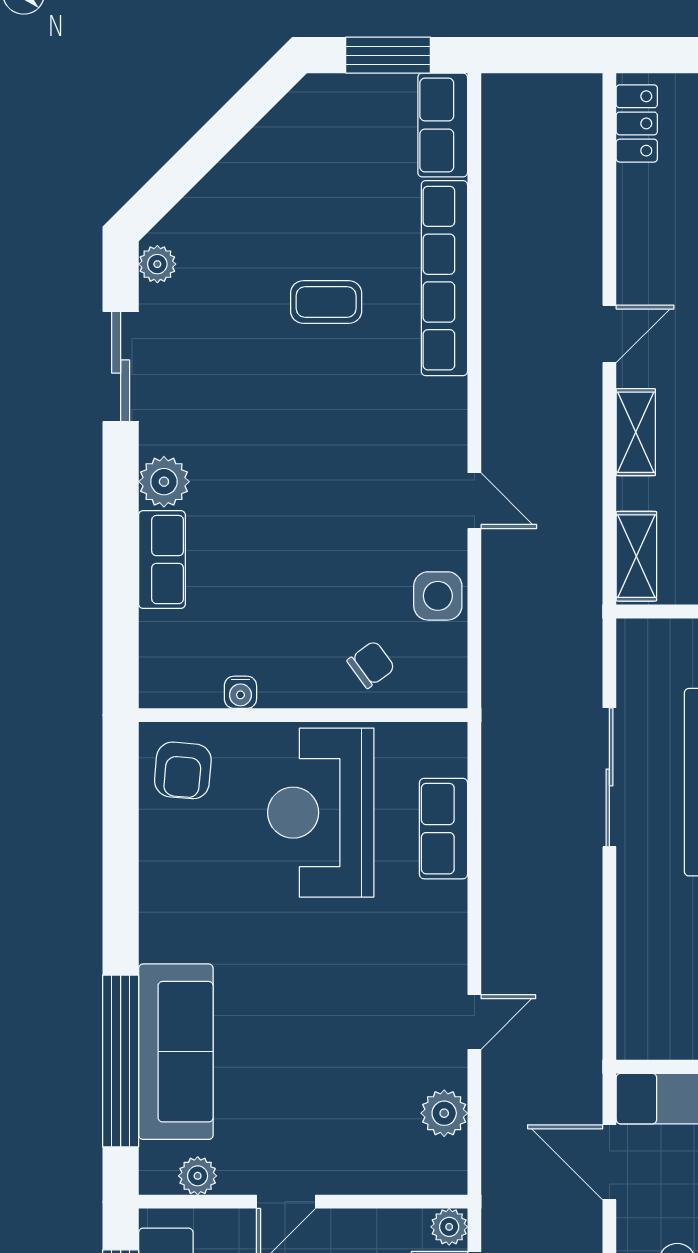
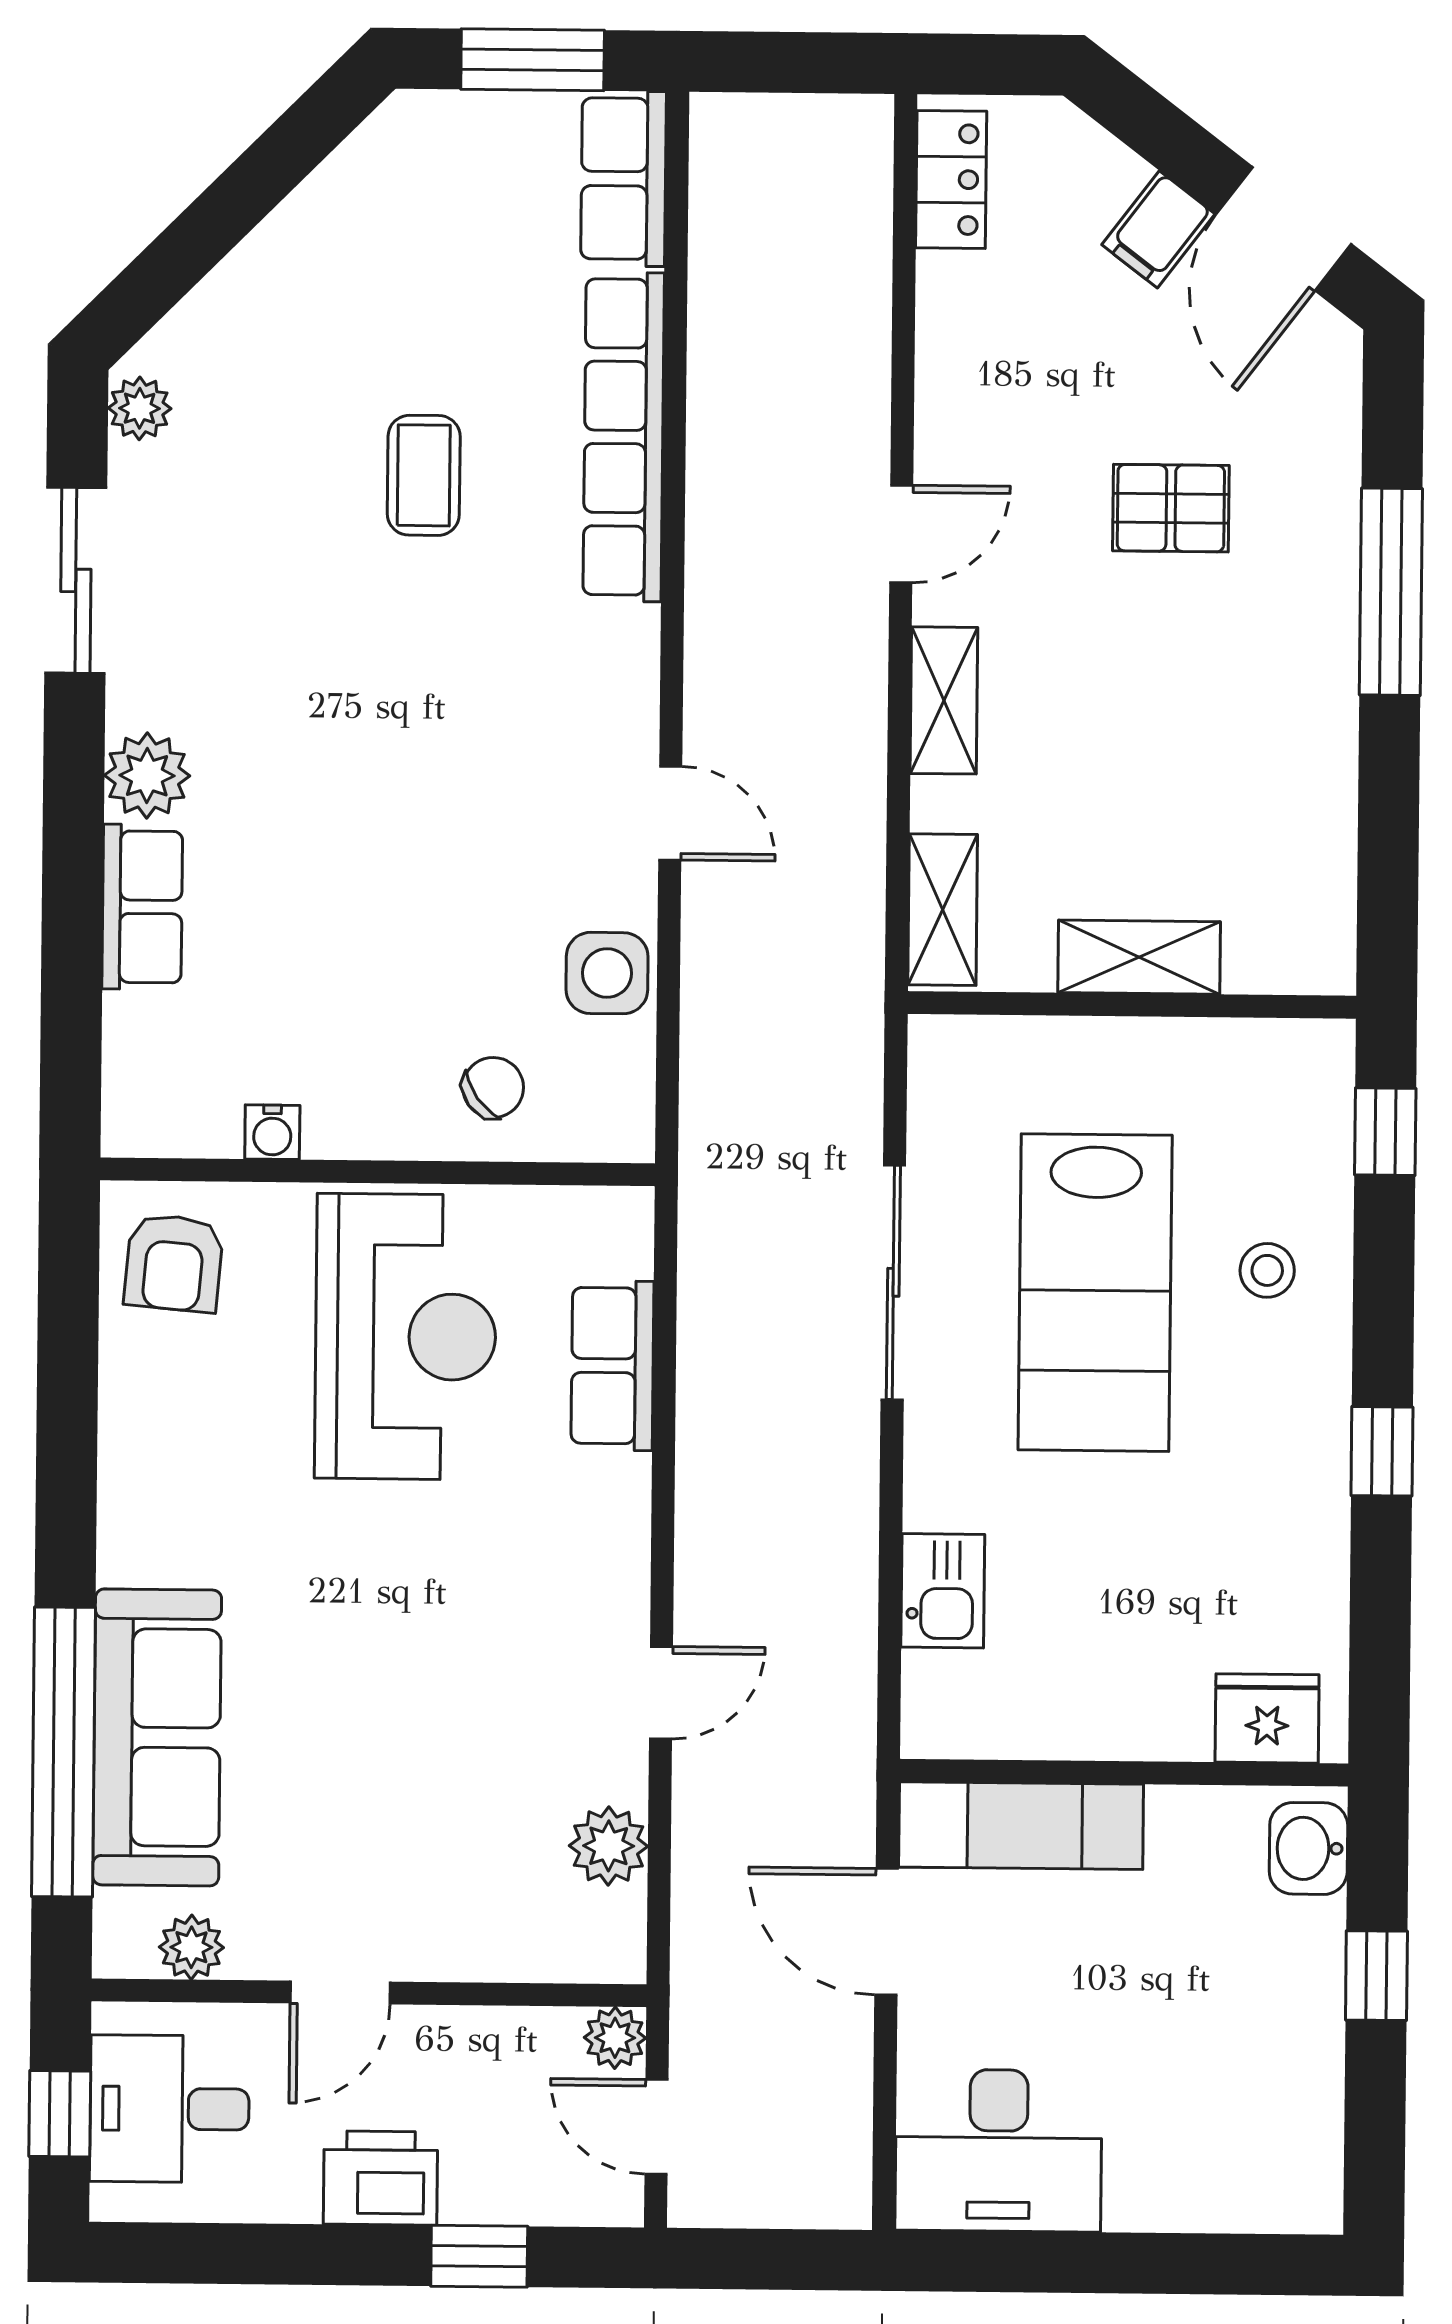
coffee table: (326, 302) -> (424, 475), turned 90
reception desk: (321, 813) -> (406, 1337), turned 180
kitchen sink: (641, 960) -> (943, 1591), added

